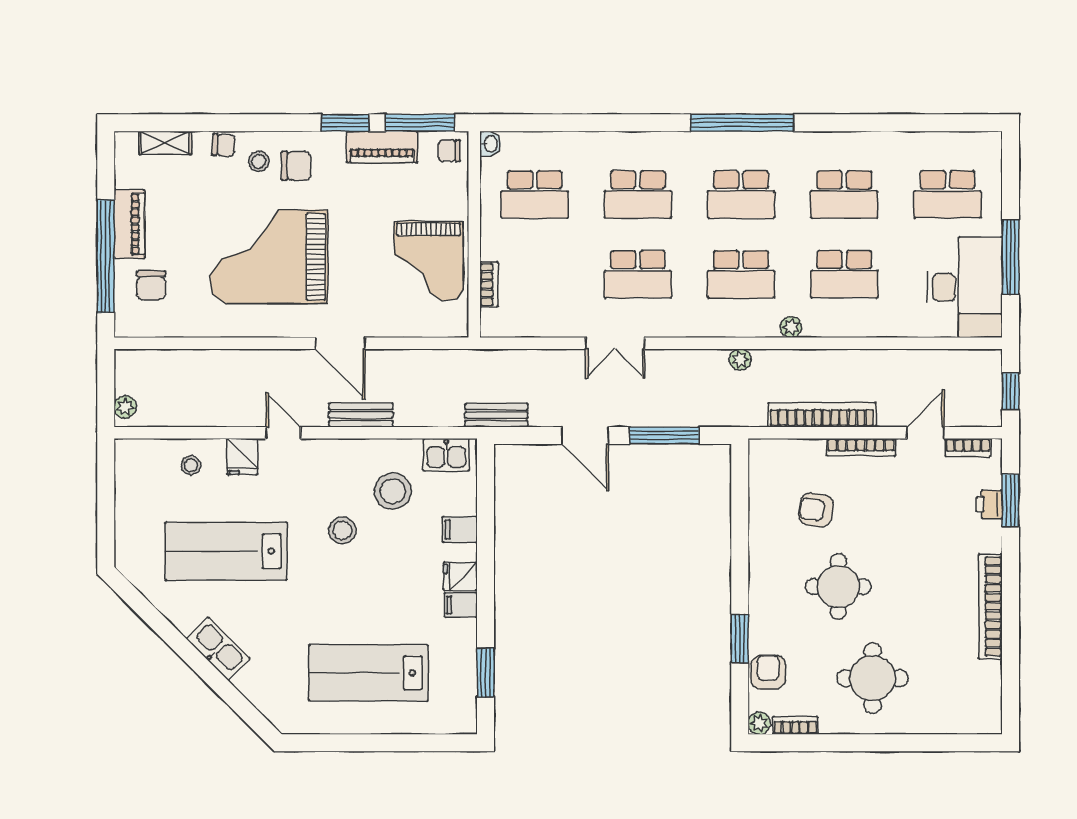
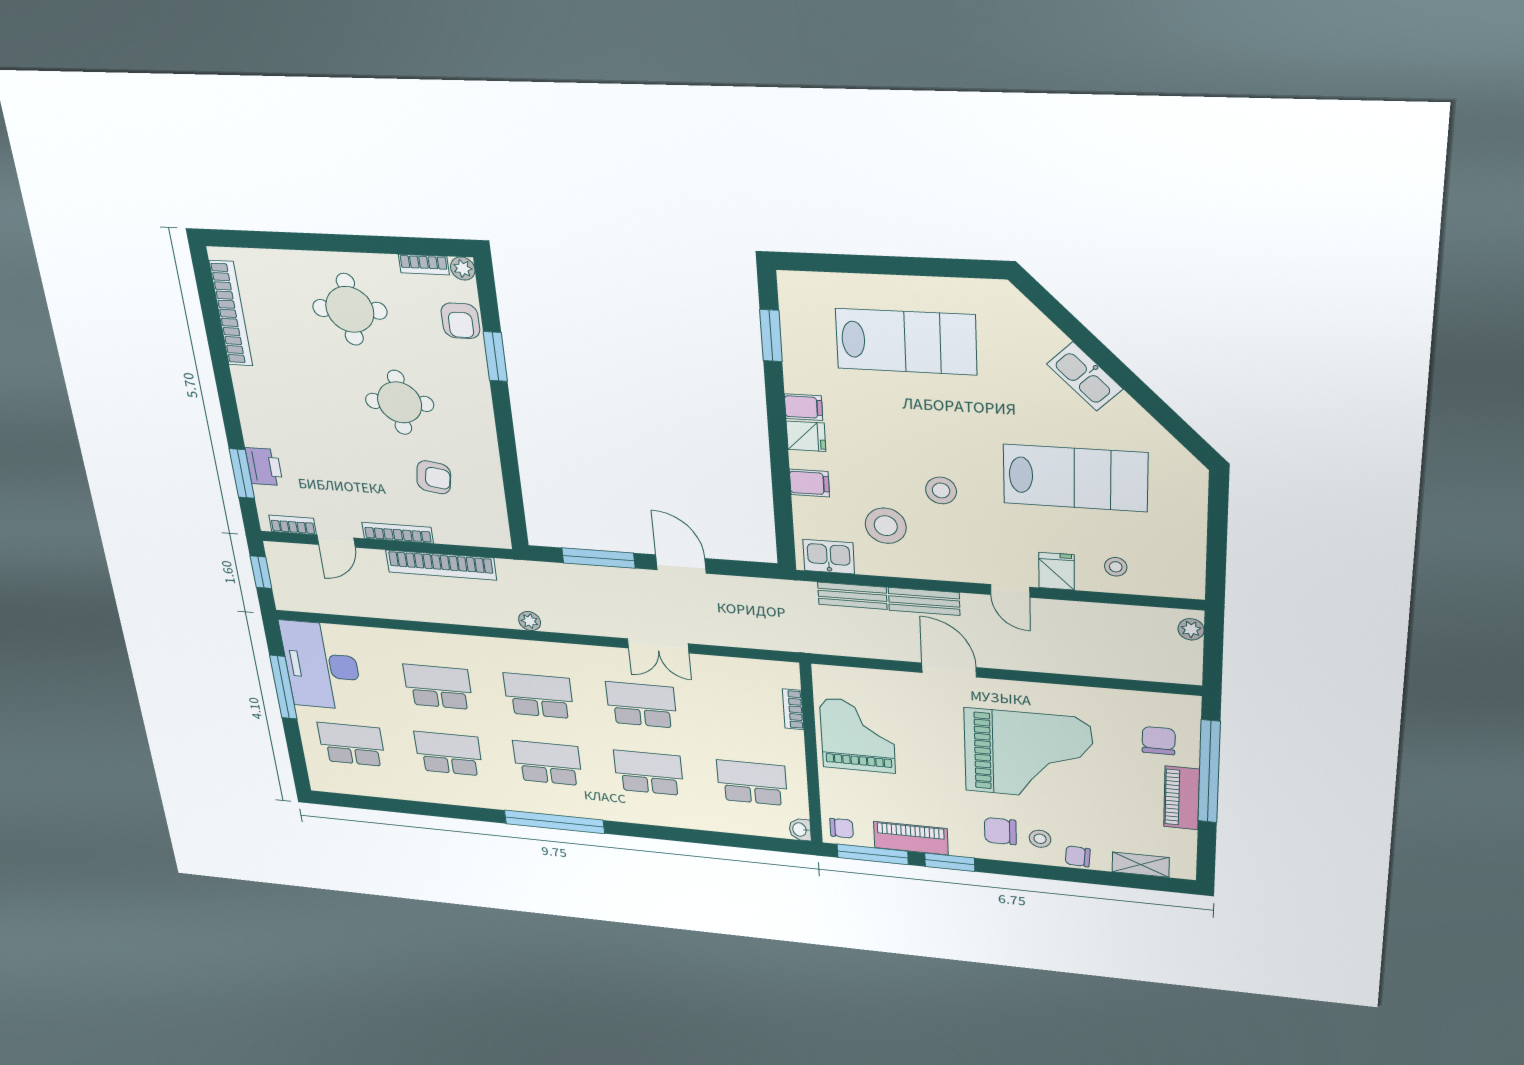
plant: (791, 327) -> (483, 646), removed
double door: (615, 343) -> (658, 646), swing flipped
bench: (496, 415) -> (852, 596), moved
printer: (989, 504) -> (264, 467), width x1.36, depth x1.24
bookcase: (990, 607) -> (231, 314), moved

